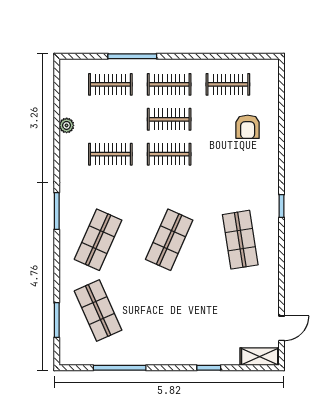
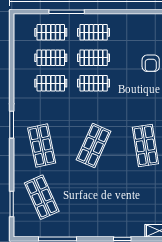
clothes rail: (228, 84) -> (51, 58), moved
plant: (67, 125) -> (19, 62), removed
shop shelf: (98, 240) -> (42, 145), turned -36

